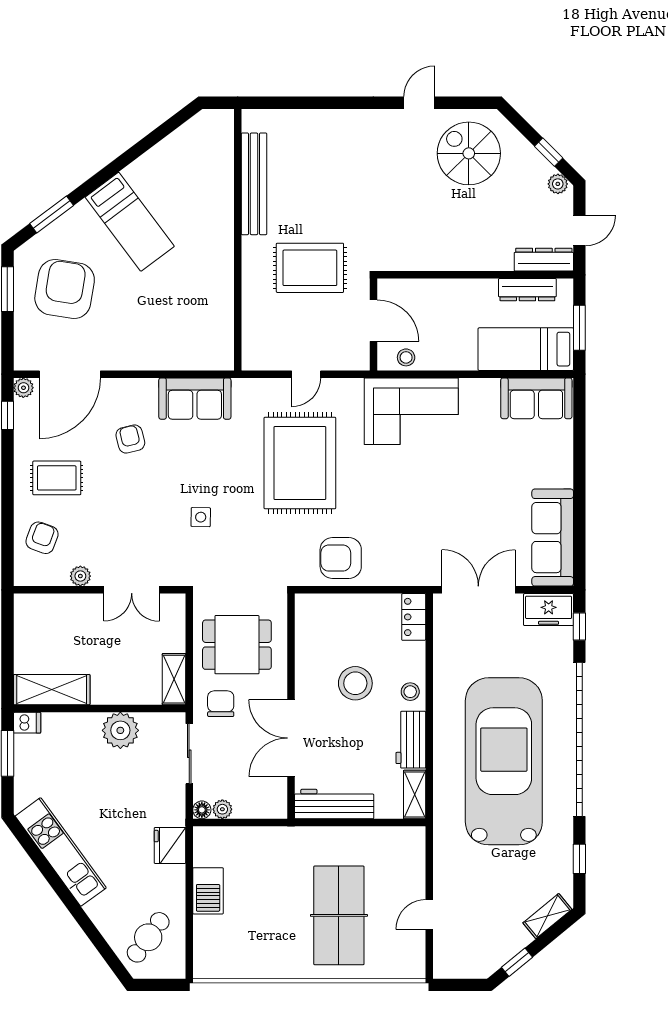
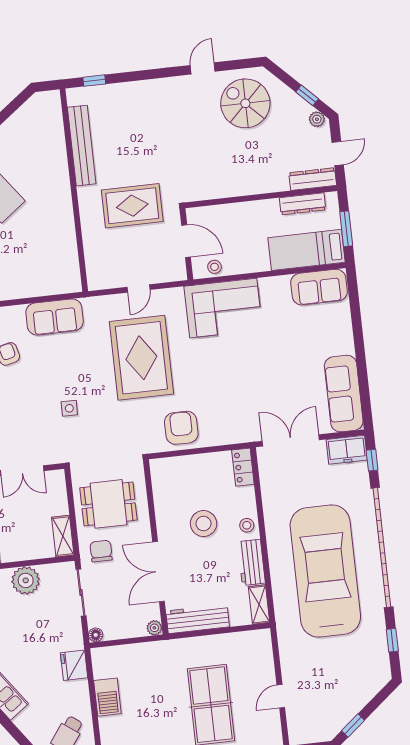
window: (279, 103) -> (94, 81), added
armchair: (341, 558) -> (181, 428), turned 90
plant: (222, 809) -> (154, 628), moved
shelving: (547, 916) -> (372, 687), removed

